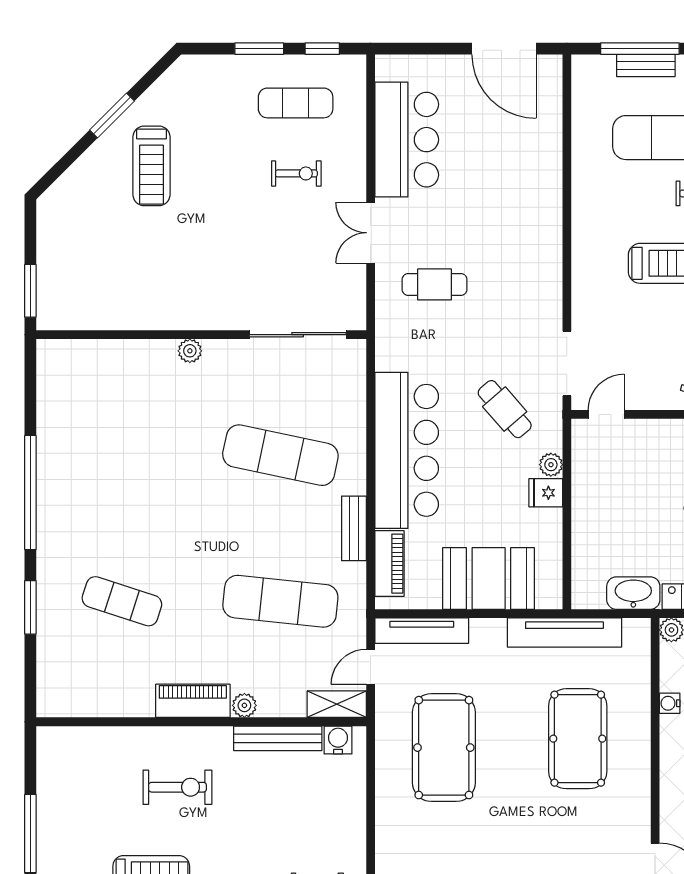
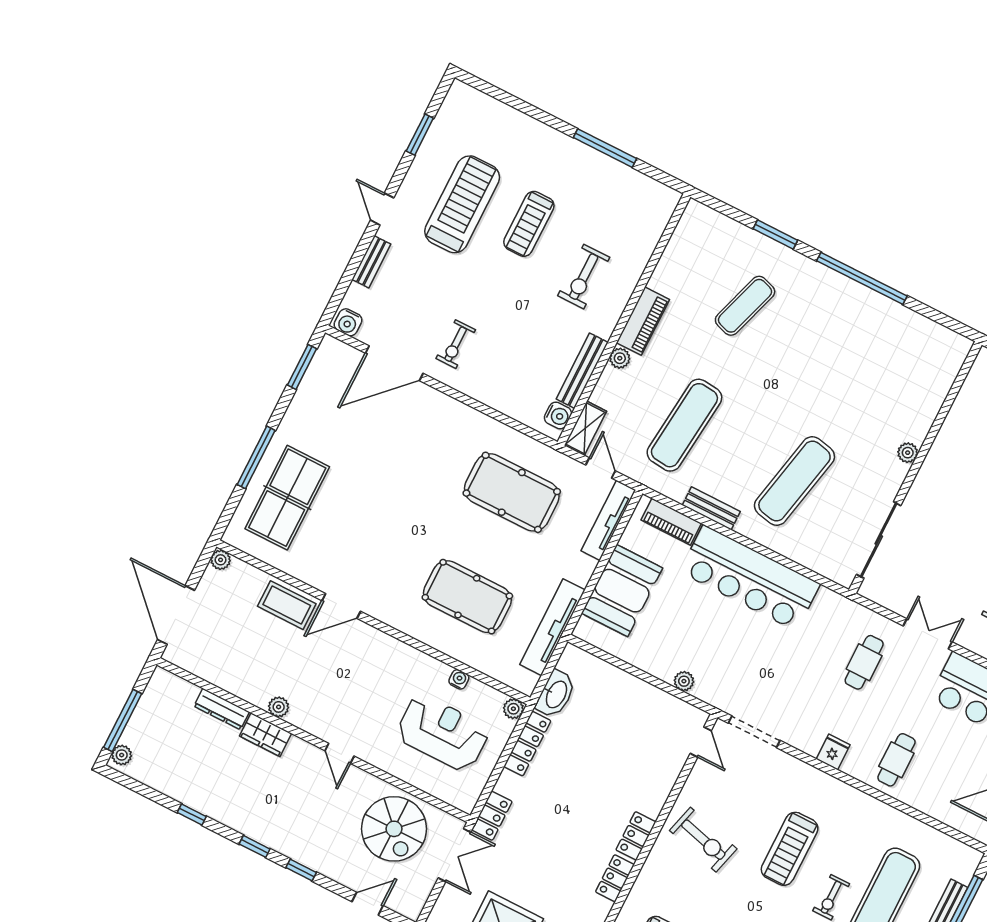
cafe table: (505, 409) -> (896, 760), moved, turned -49
fridge: (546, 493) -> (833, 752), moved

